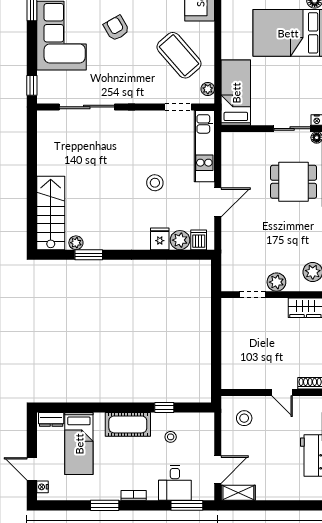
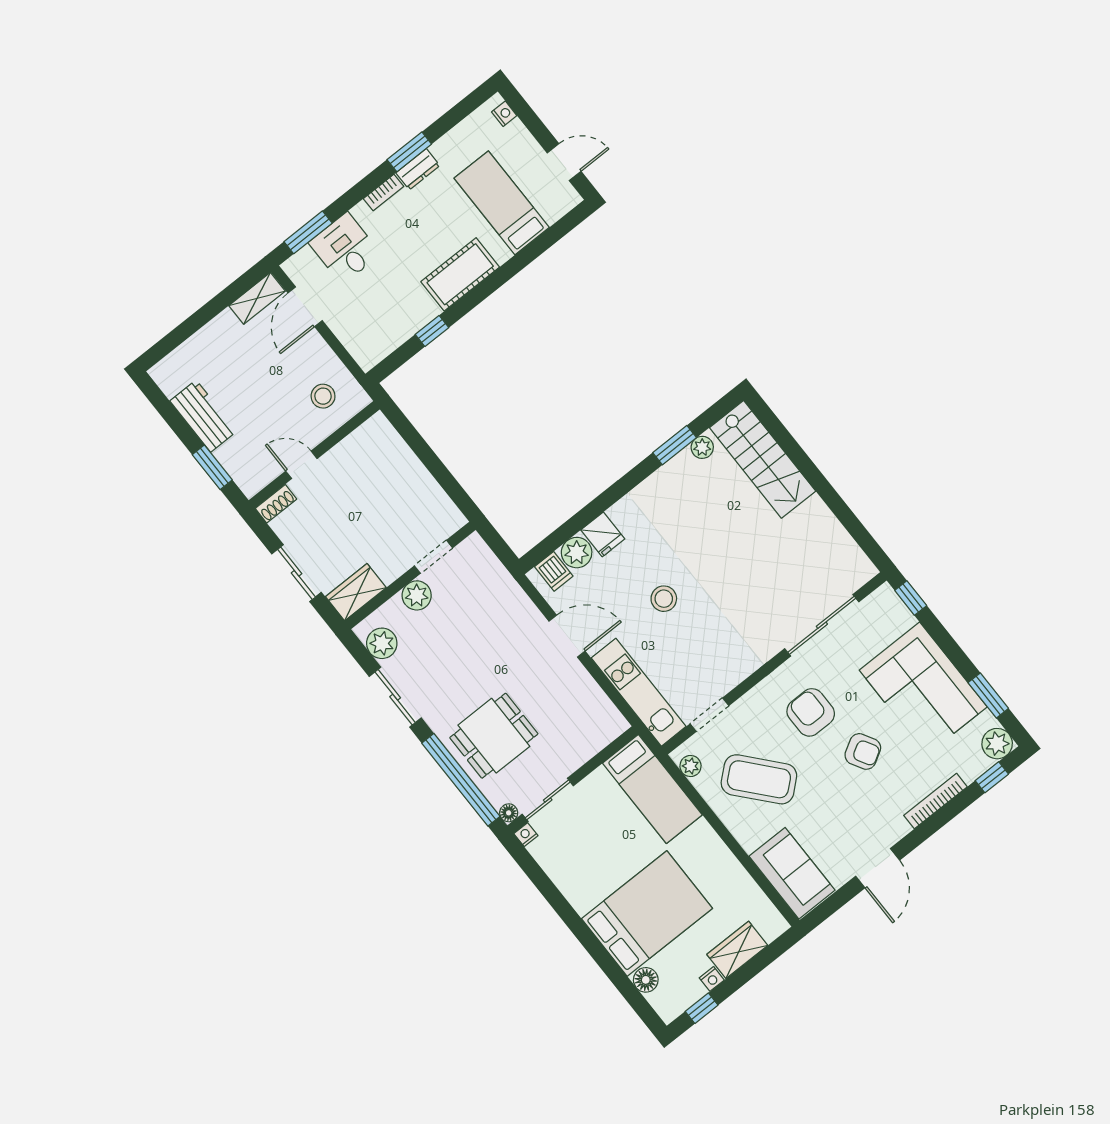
armchair: (127, 68) -> (811, 712), added
door: (218, 202) -> (567, 636), swing flipped
dresser: (51, 419) -> (418, 169), moved, turned 180
stool: (171, 437) -> (395, 301), removed
door: (32, 469) -> (564, 162), moved

